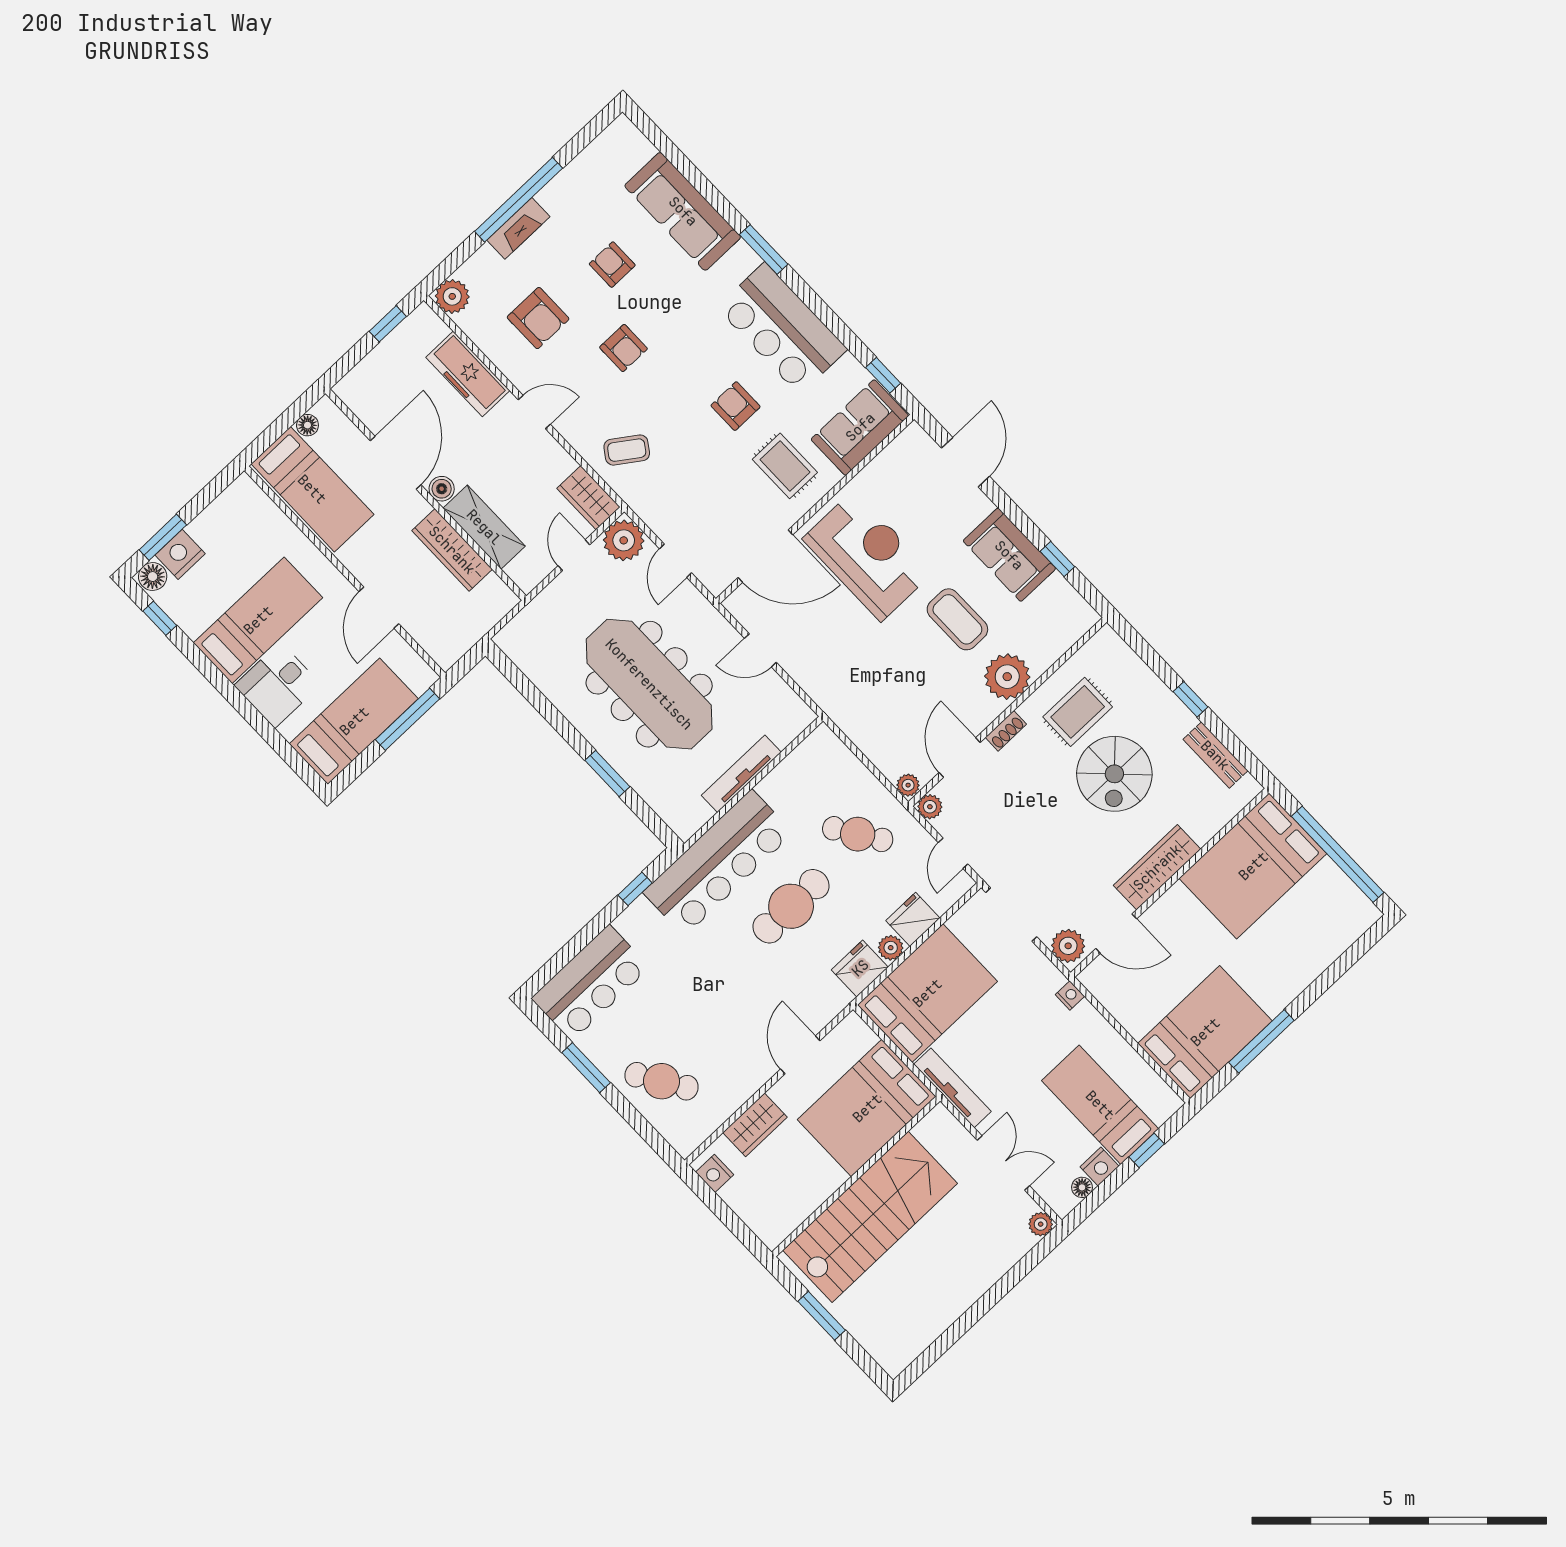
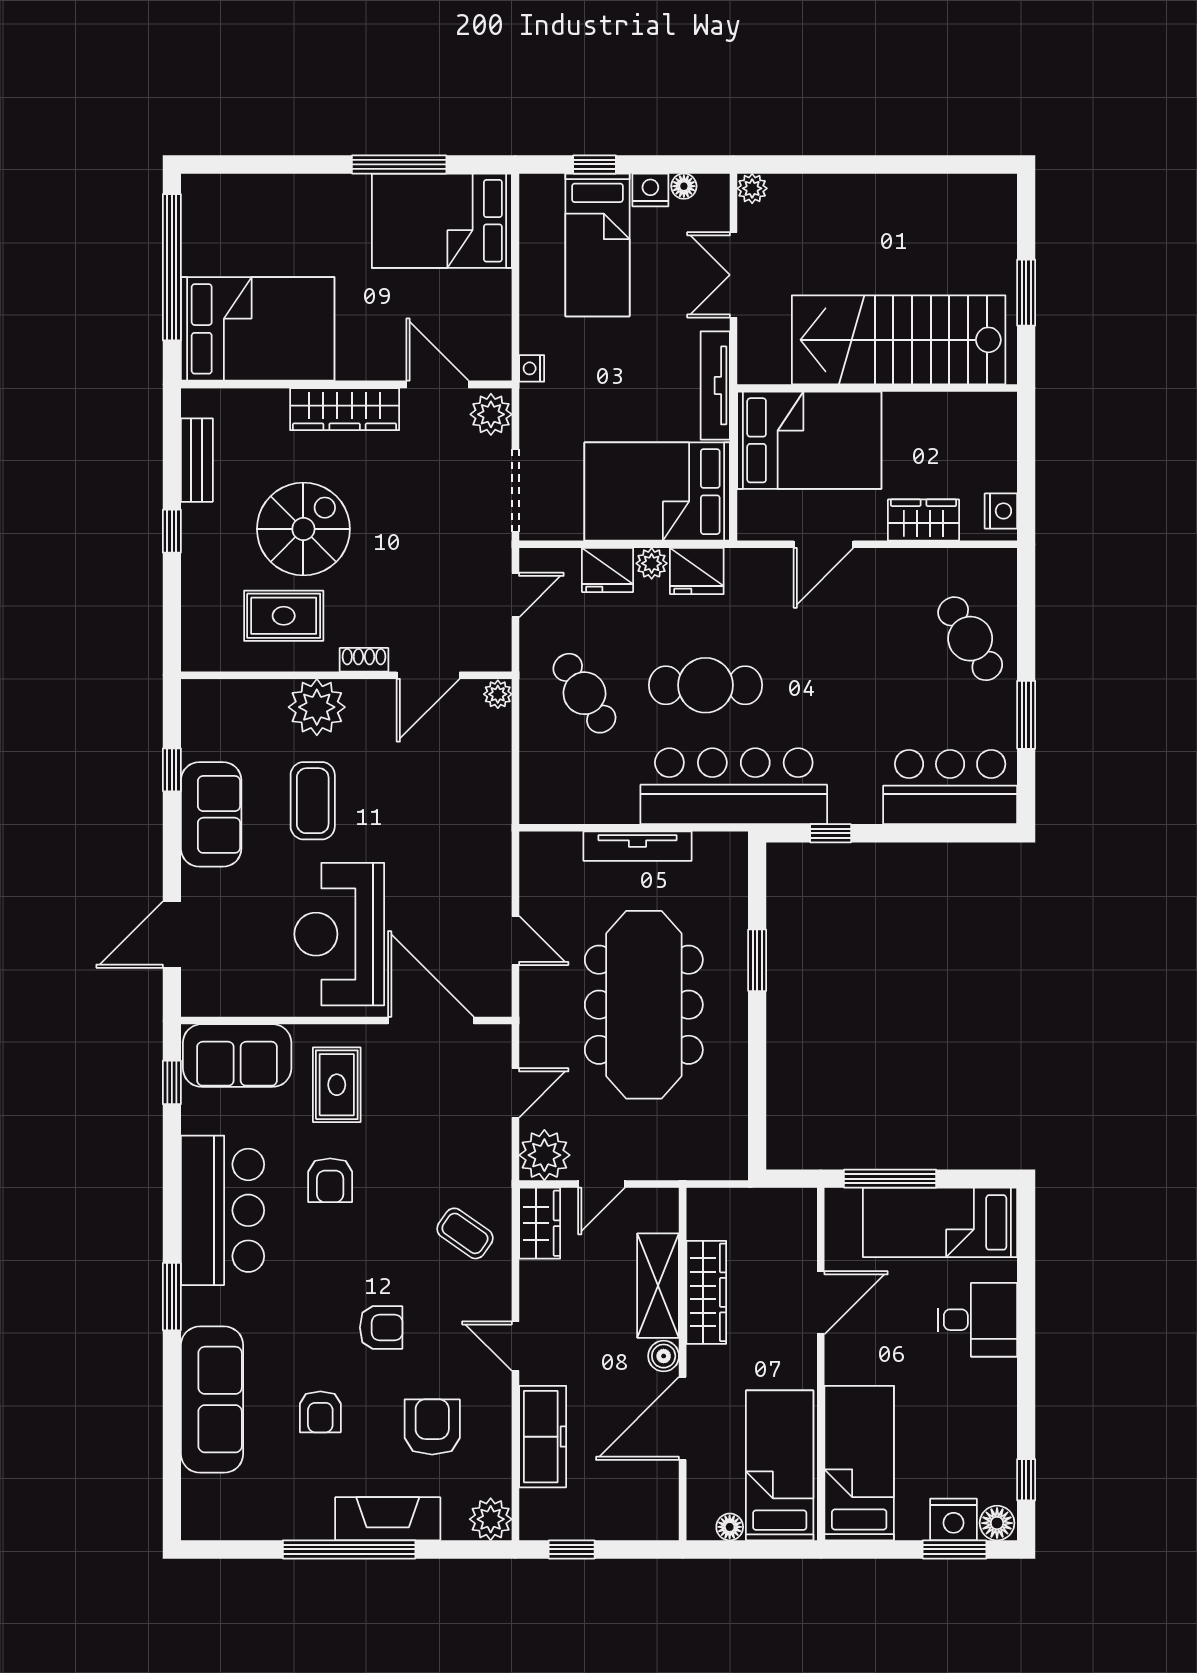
fireplace: (518, 228) -> (388, 1519), width x1.37, depth x1.32
armchair: (624, 348) -> (381, 1328), turned 90
bed: (258, 620) -> (859, 1463), moved, turned 90
plant: (930, 807) -> (497, 656), removed

